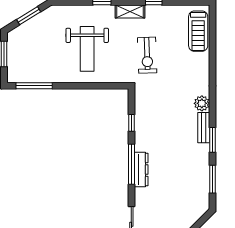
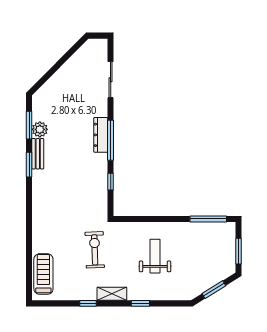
weight bench: (87, 49) -> (155, 256), width x0.73, depth x0.75
plant: (202, 103) -> (40, 129), moved
bench: (204, 128) -> (38, 154), moved

